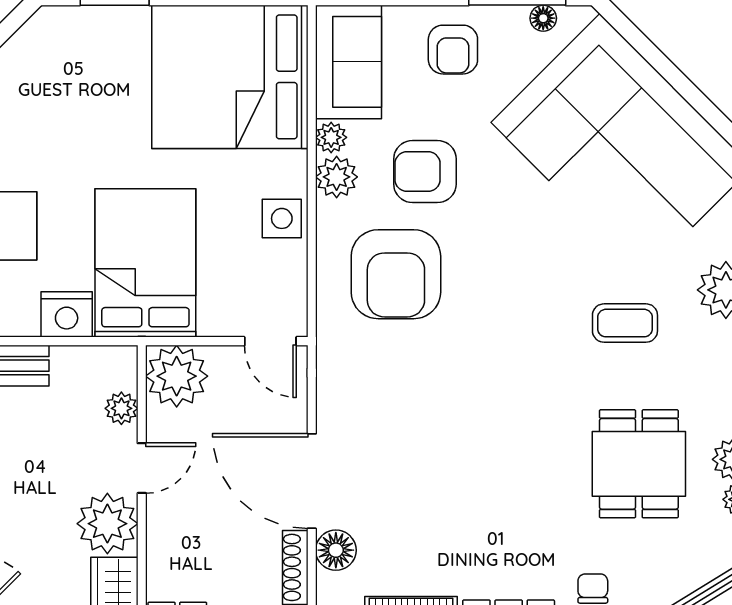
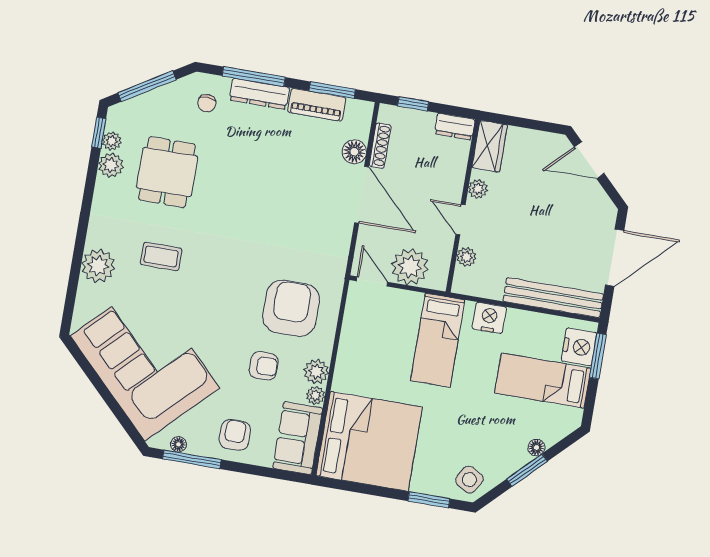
armchair: (425, 172) -> (264, 366), width x0.72, depth x0.72
side table: (282, 218) -> (469, 480), moved, turned 30
bed: (145, 263) -> (438, 340), width x0.67
plant: (177, 376) -> (410, 267), moved
door: (142, 468) -> (460, 220), hinge flipped
plant: (107, 524) -> (478, 189), width x0.53, depth x0.53

